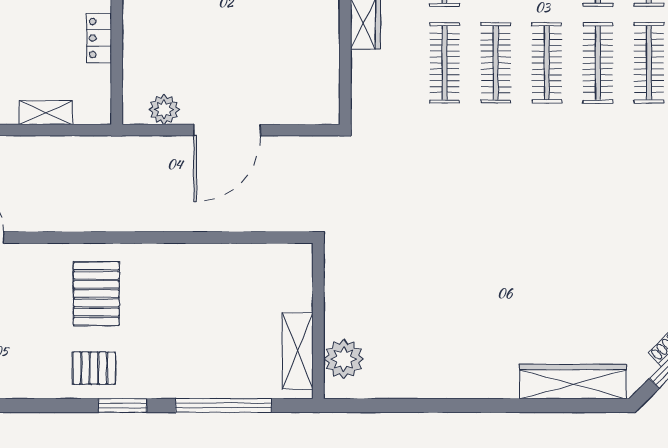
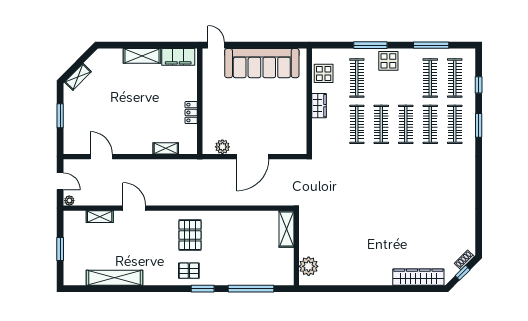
shelving: (298, 351) -> (286, 229), moved

